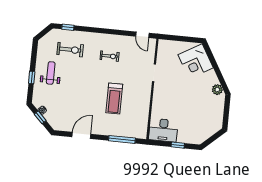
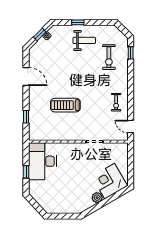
door: (142, 35) -> (131, 127), hinge flipped
exercise bike: (110, 56) -> (116, 102), moved
plant: (217, 90) -> (97, 198), moved
desk: (163, 130) -> (42, 161), width x1.36, depth x1.30
window: (122, 139) -> (26, 117), width x0.46

